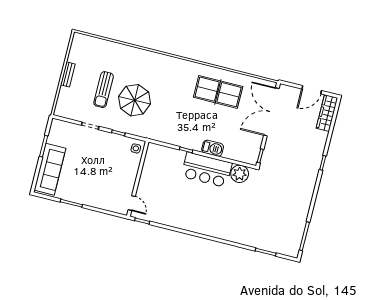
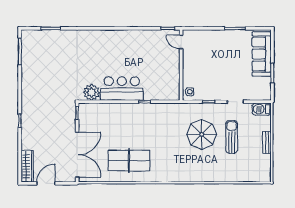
barbecue: (213, 148) -> (262, 109), moved

